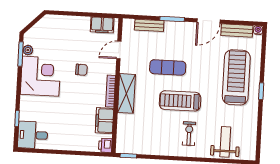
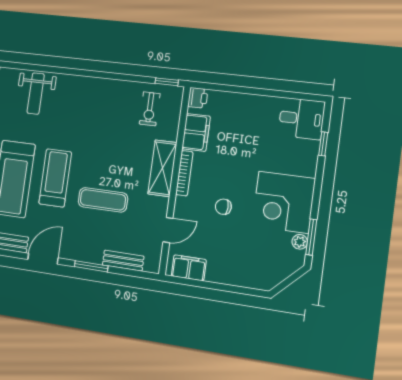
treadmill: (180, 101) -> (55, 178), moved, turned -90
exercise bike: (189, 134) -> (150, 109), moved

